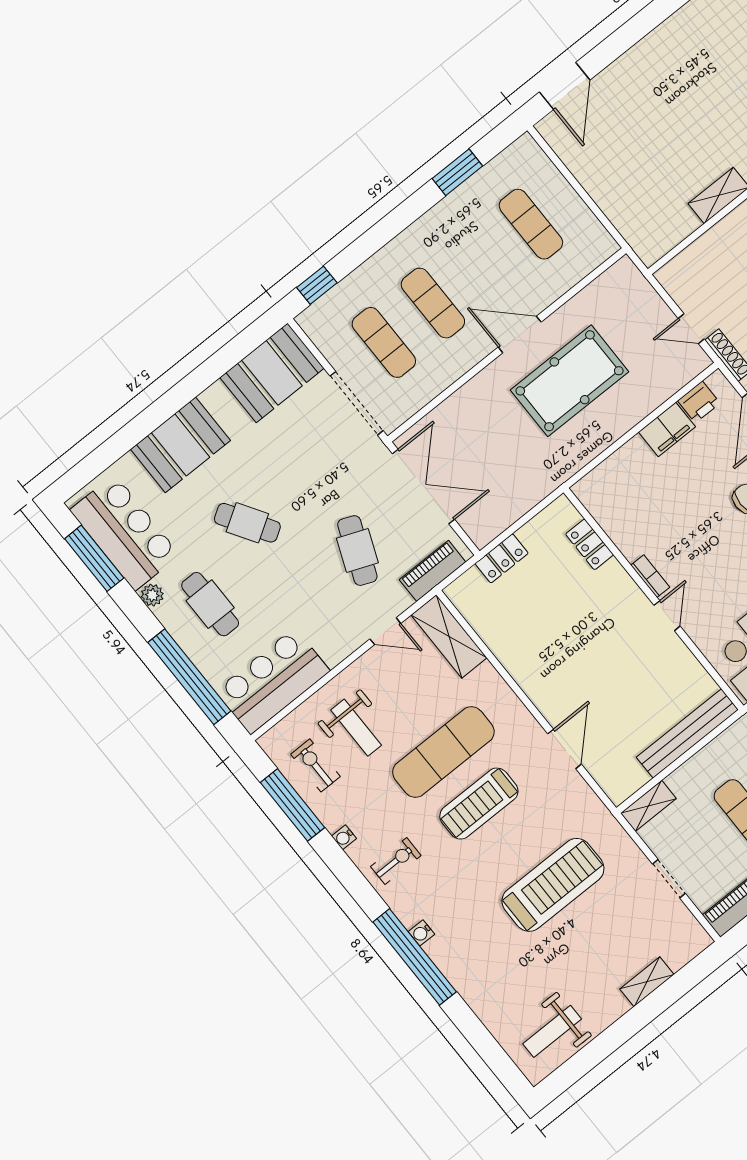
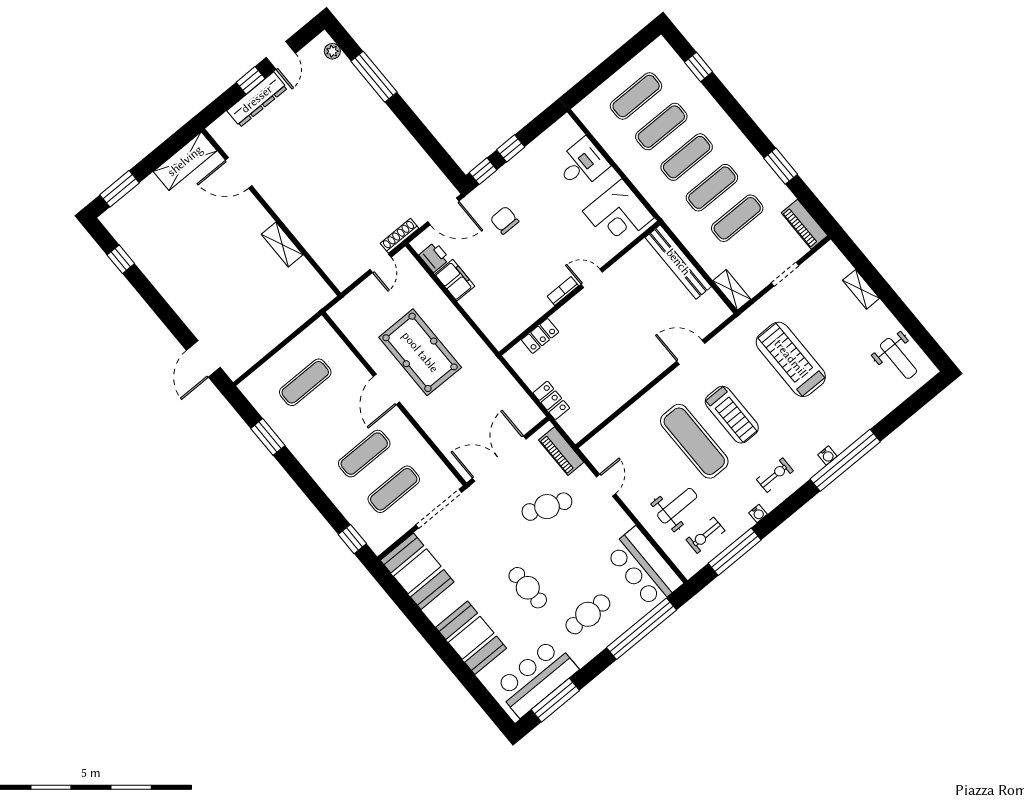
door: (565, 86) -> (203, 359), swing flipped
cafe table: (247, 523) -> (528, 588), turned -59
plant: (152, 595) -> (582, 657), removed
shelving: (449, 636) -> (609, 438), removed
exercise bike: (396, 861) -> (775, 475), turned 90

